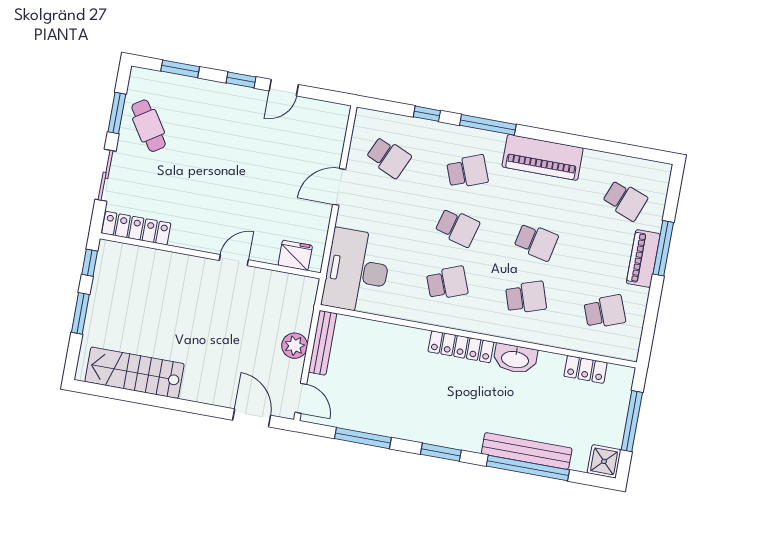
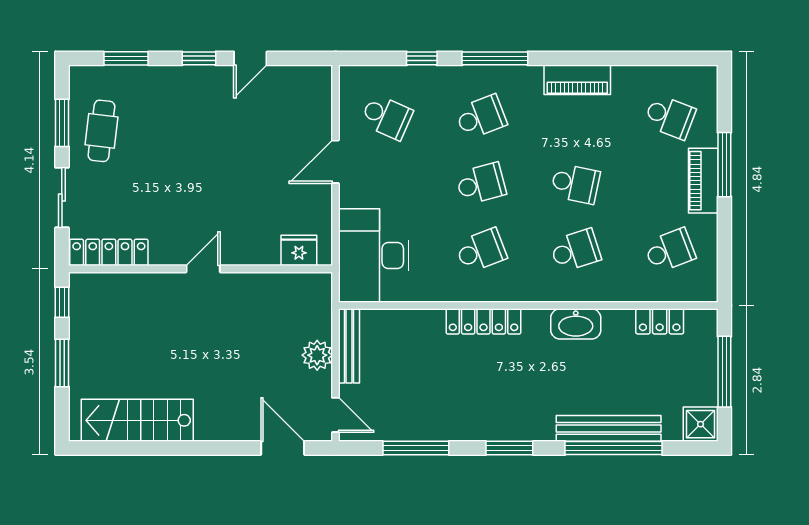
cafe table: (149, 126) -> (101, 131), turned 40
piano: (543, 157) -> (577, 80), width x0.73, depth x0.75
school desk: (457, 227) -> (481, 184), turned -30
door: (234, 260) -> (203, 269), moved
locker: (461, 347) -> (484, 321), moved

